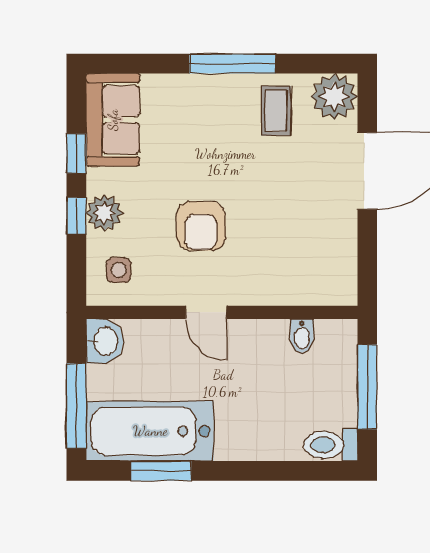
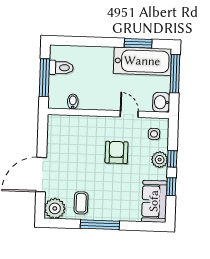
door: (206, 312) -> (129, 114), moved
toilet: (331, 445) -> (61, 68), moved

